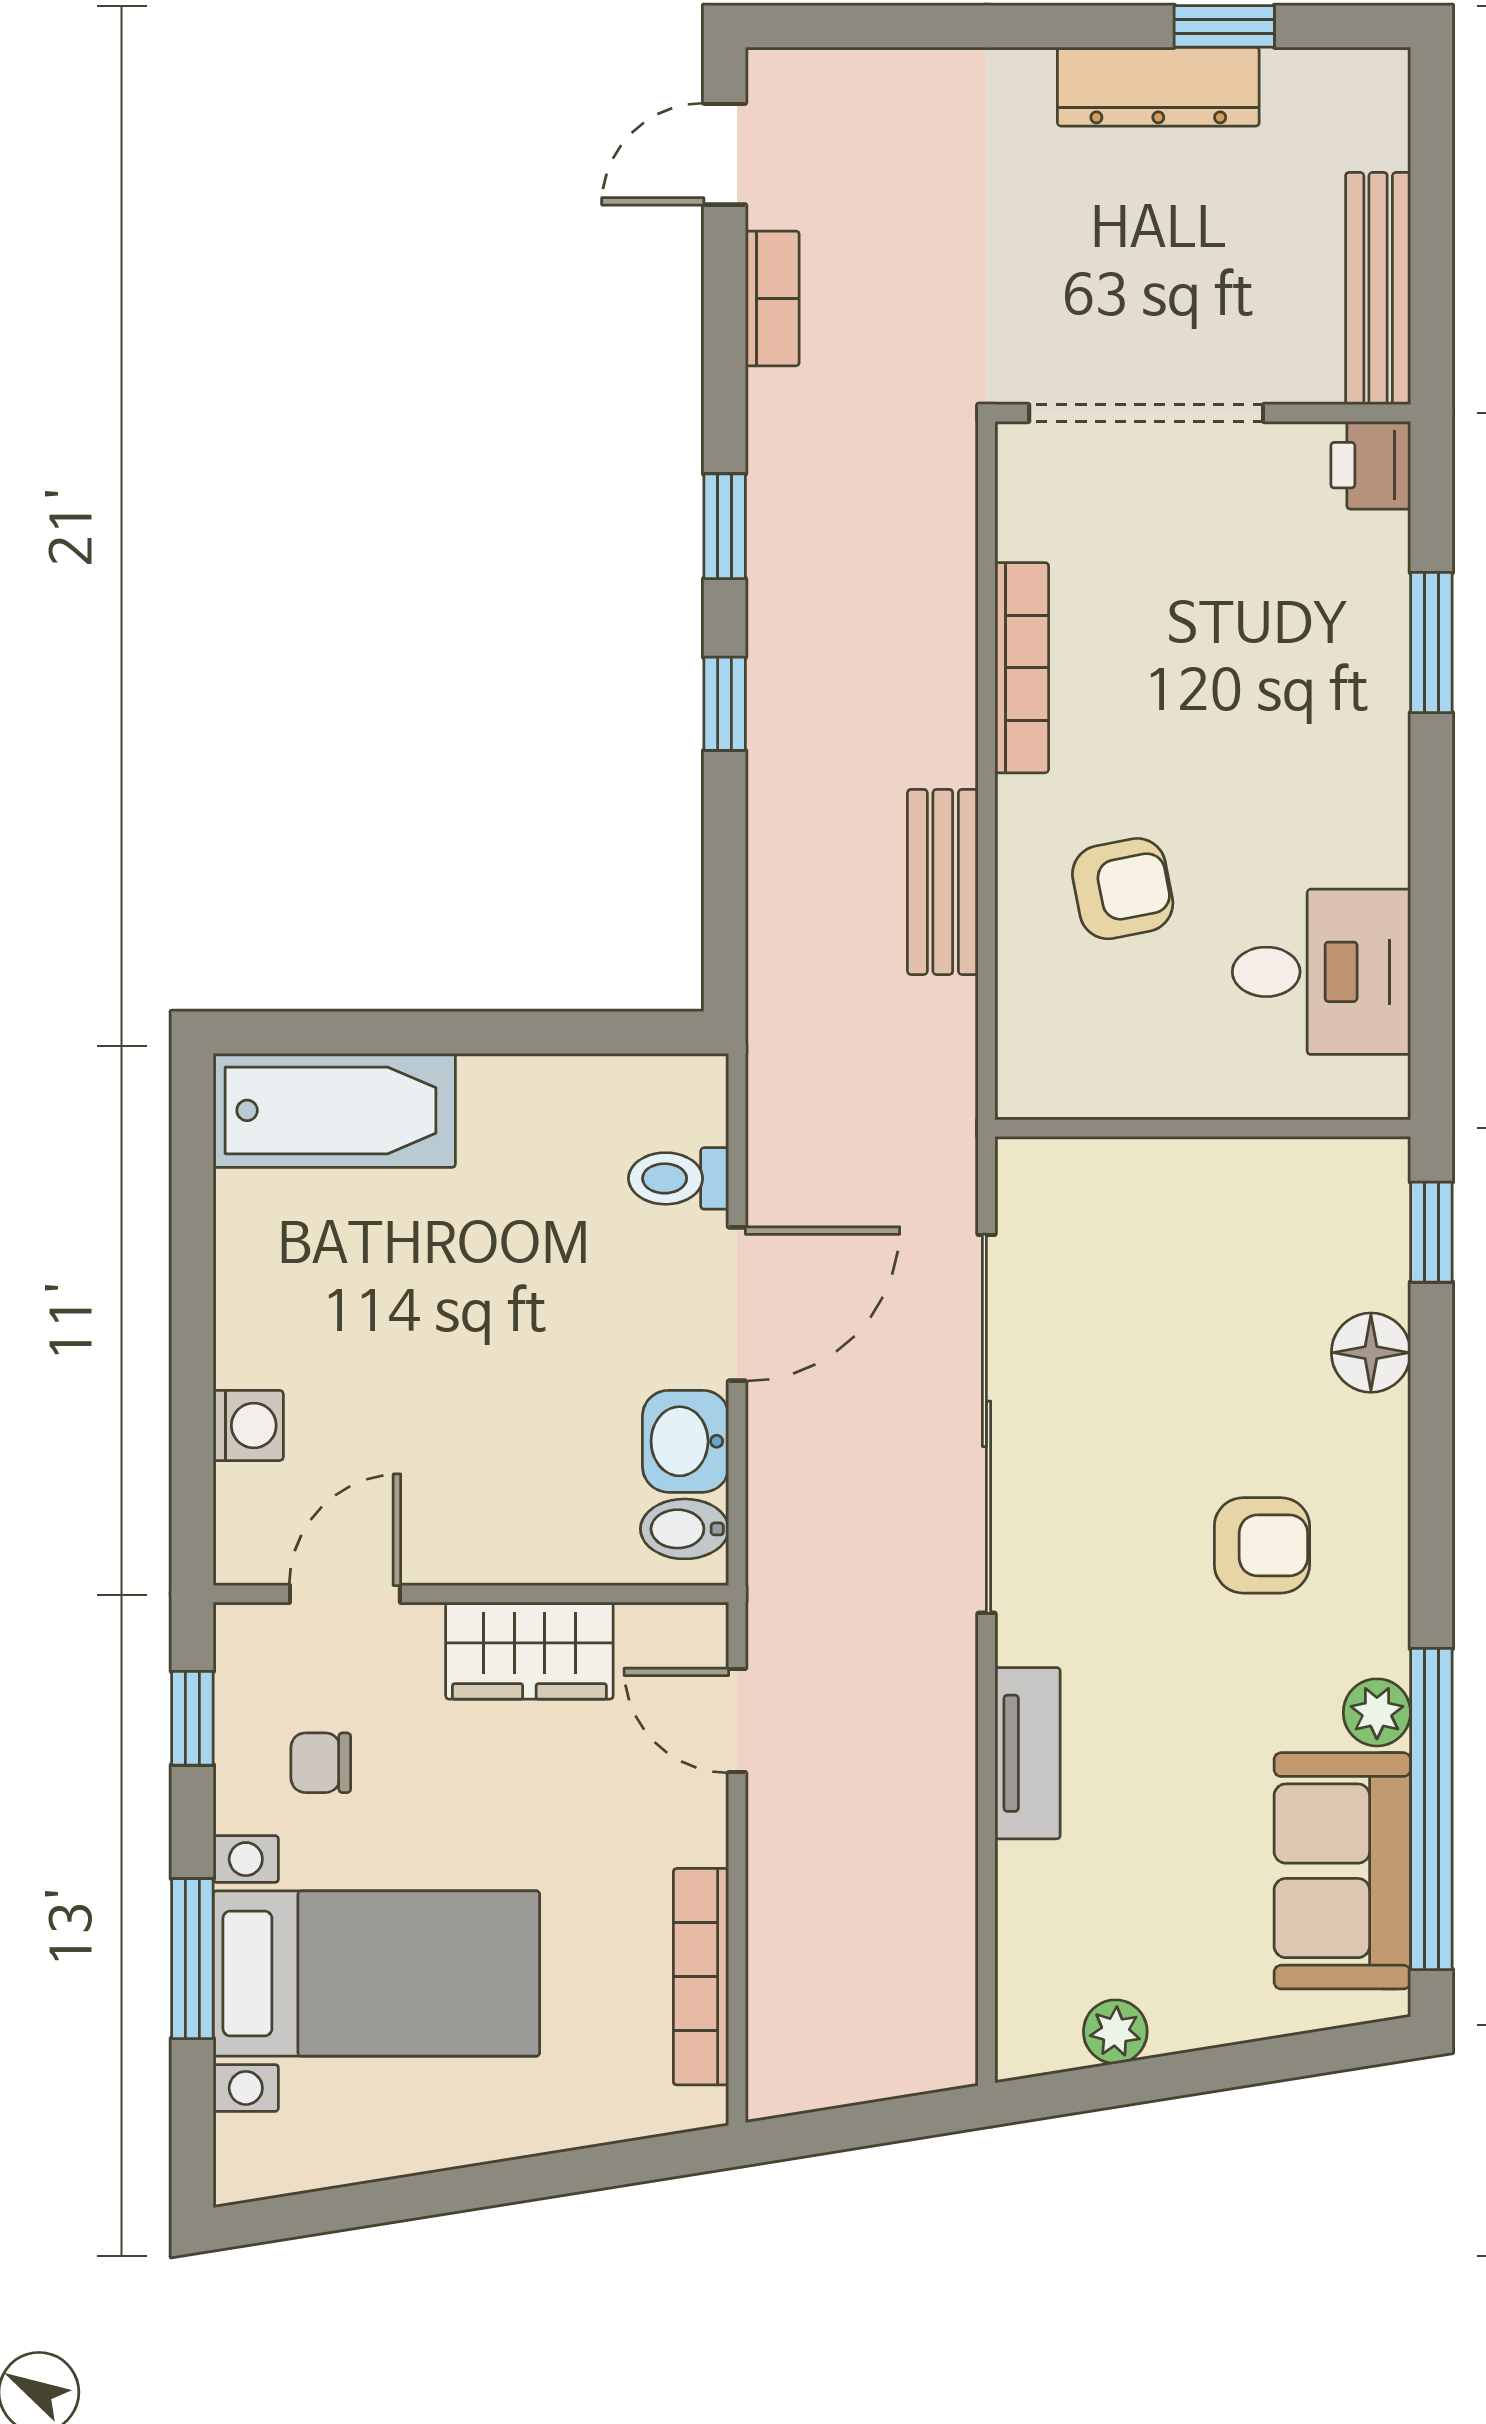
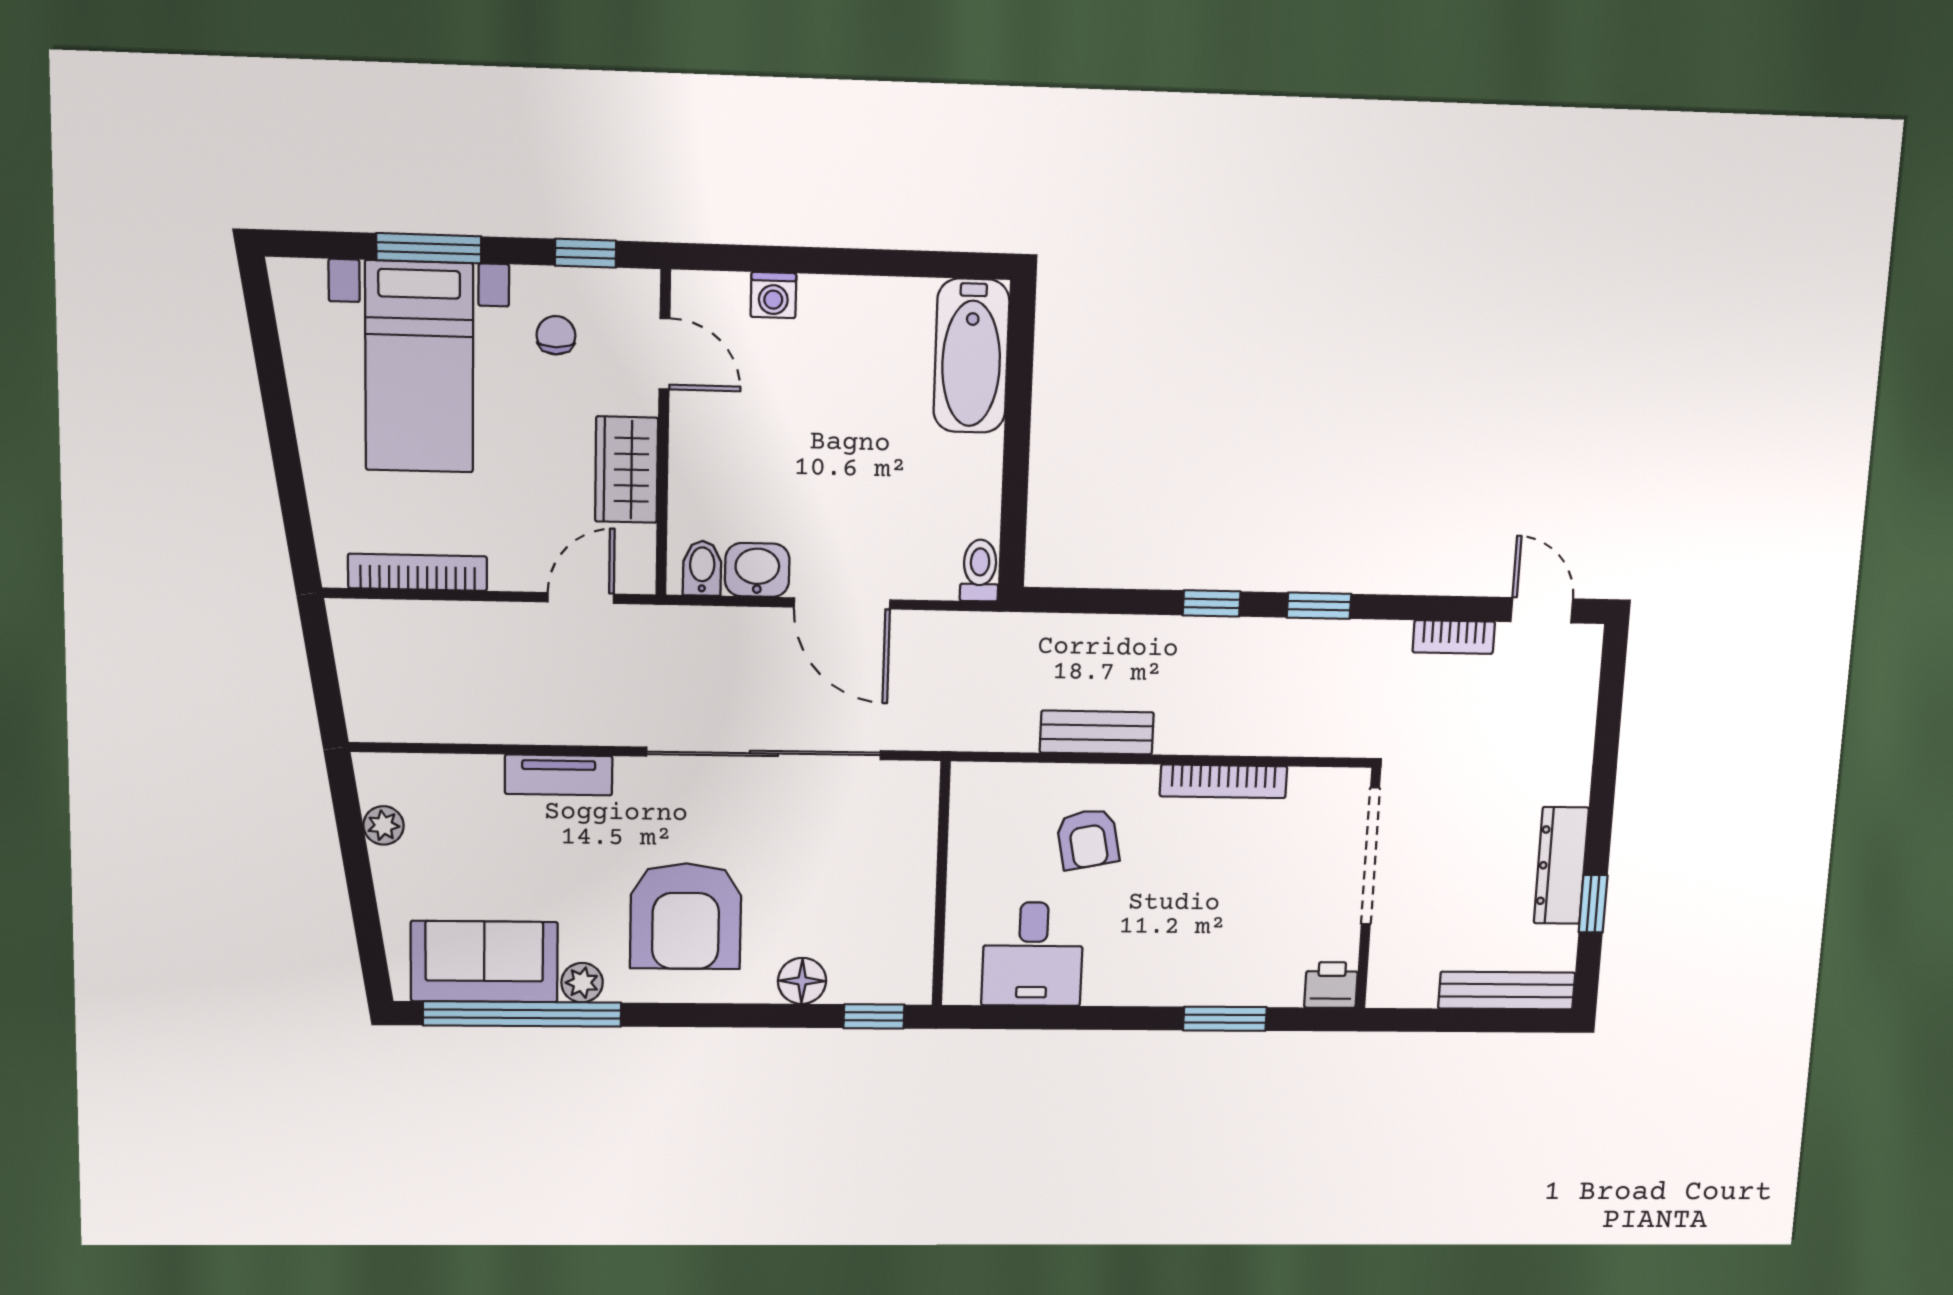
bench: (1378, 289) -> (1507, 991), moved
toilet: (679, 1178) -> (980, 570), moved
armchair: (1262, 1545) -> (686, 916), width x1.88, depth x1.88

